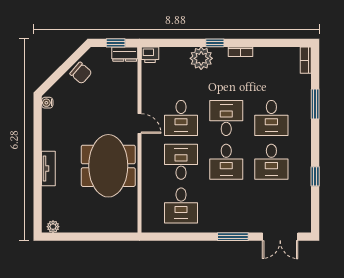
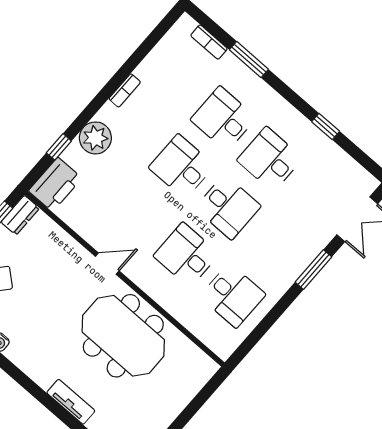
window: (215, 43) -> (59, 147), moved
printer: (150, 55) -> (55, 184), width x1.87, depth x1.48
bookcase: (306, 60) -> (209, 42), moved
desk: (181, 118) -> (140, 214), removed
desk: (271, 118) -> (223, 119), turned 180
desk: (271, 162) -> (270, 159), turned 180

